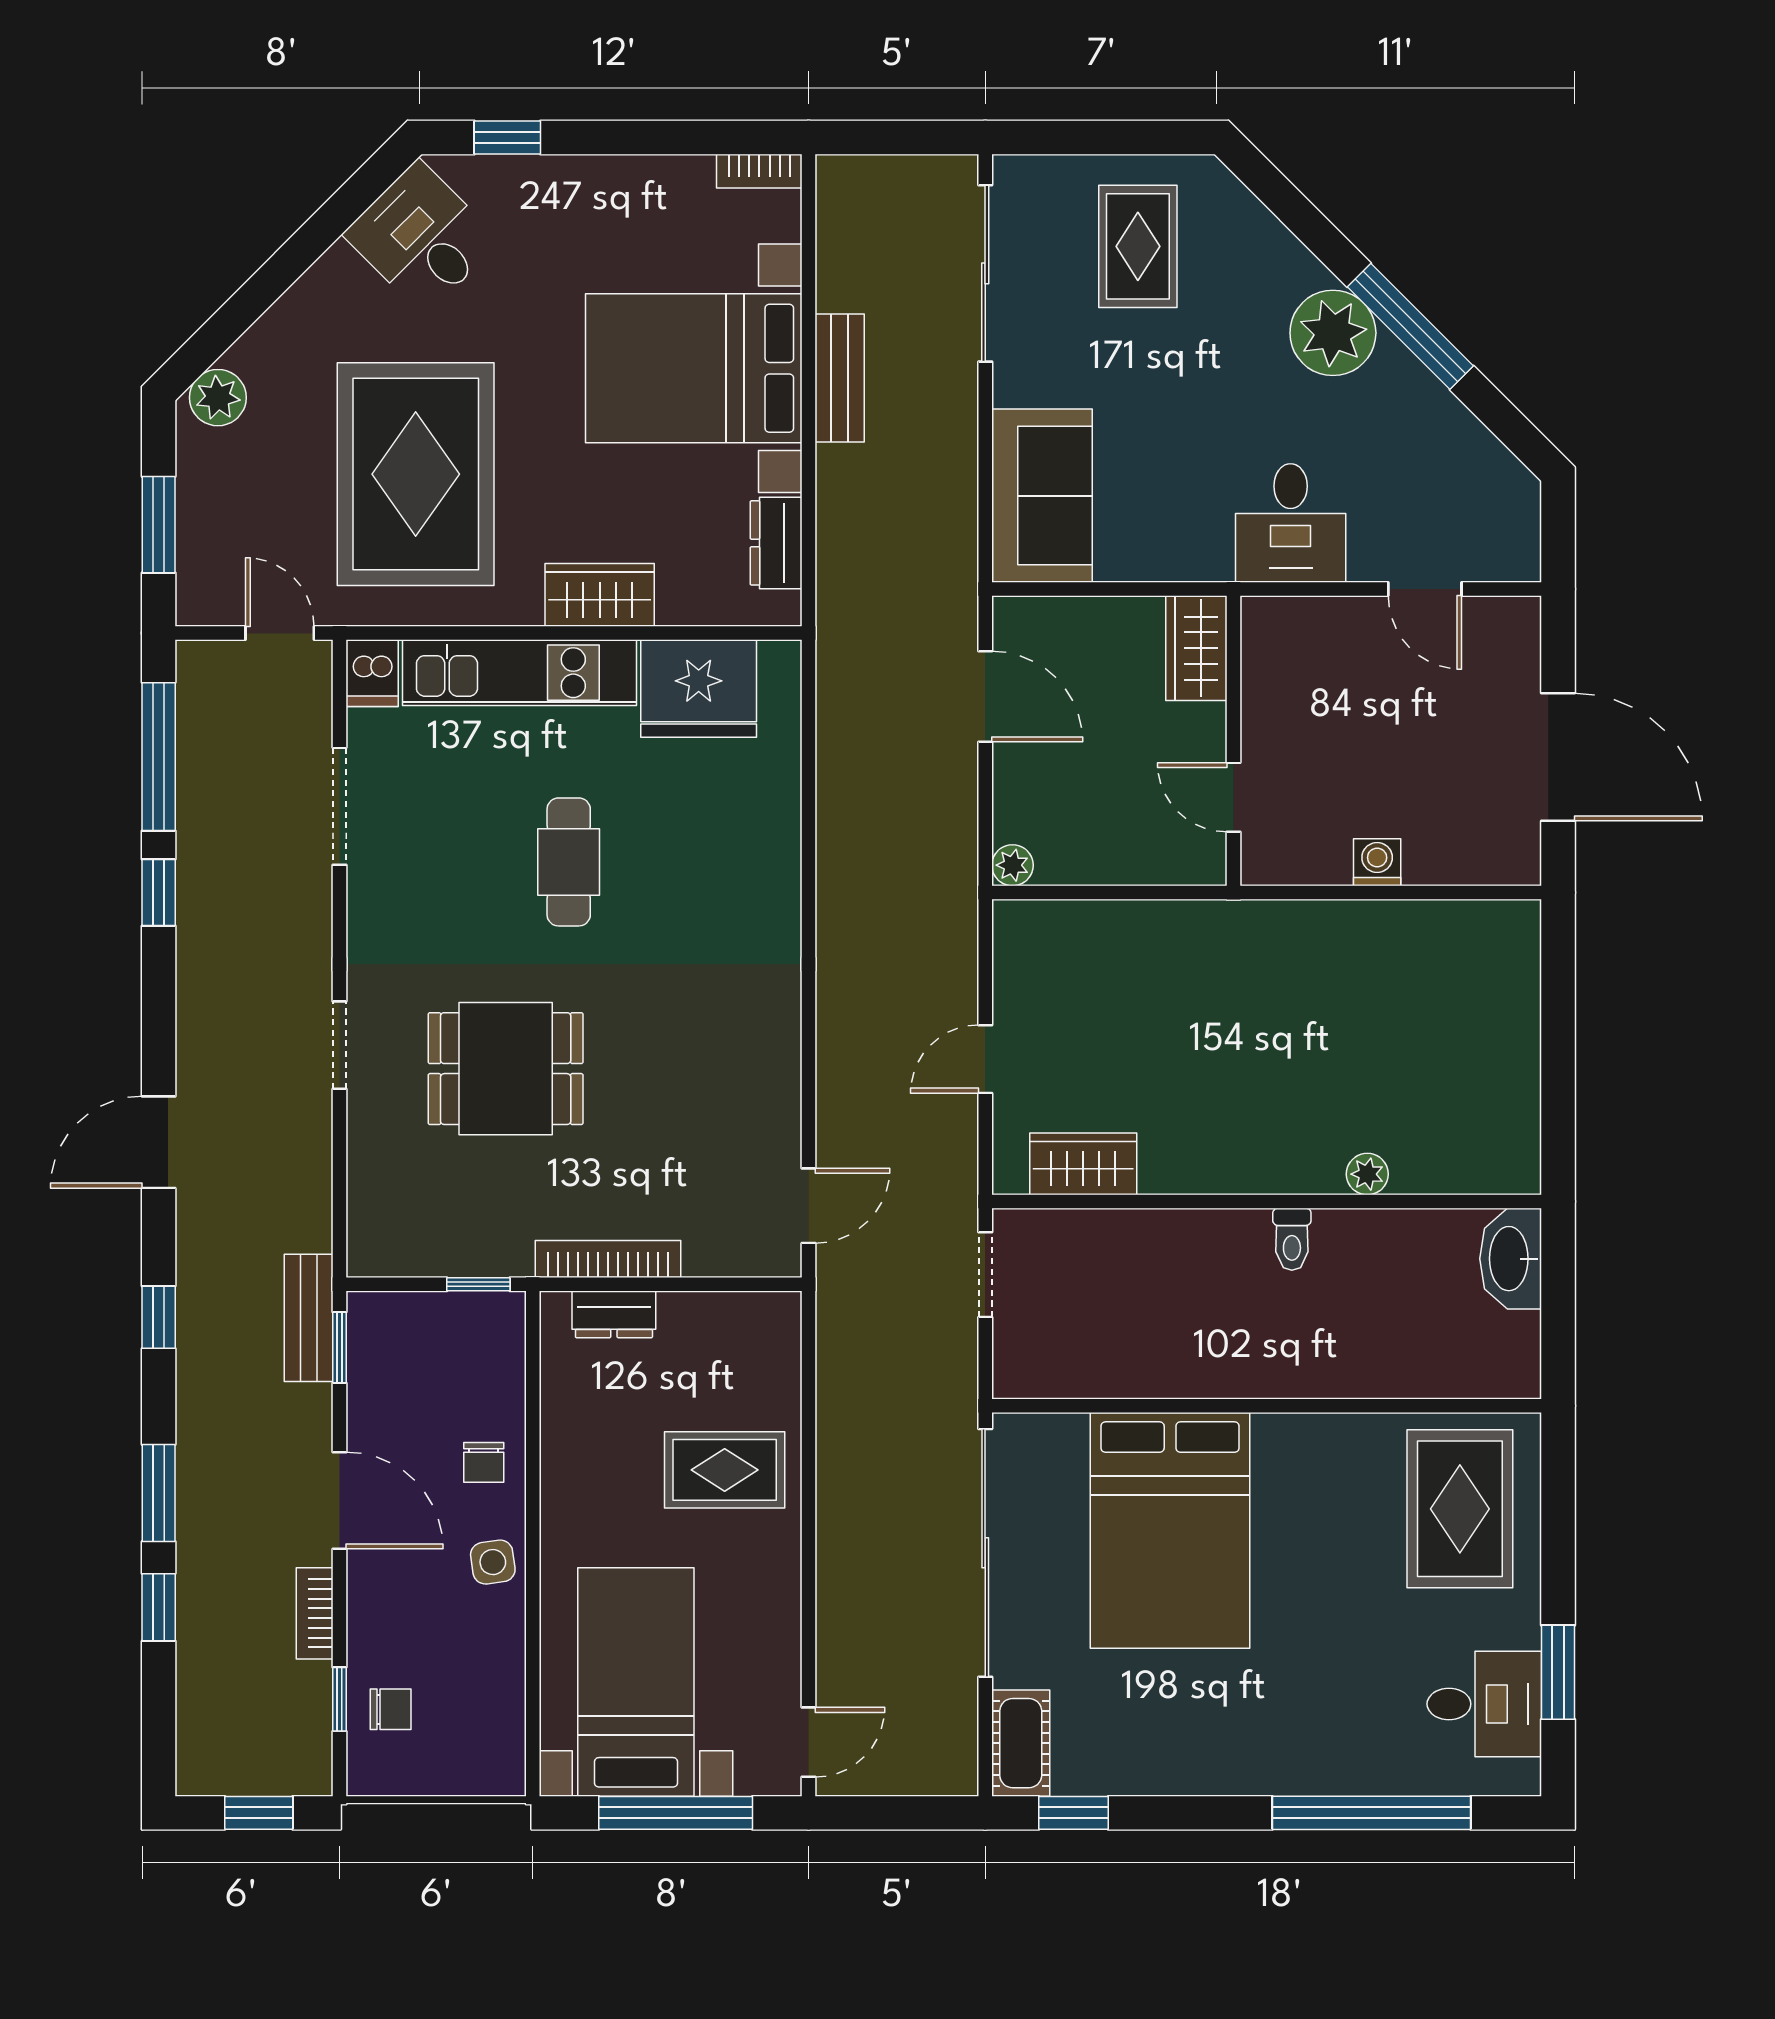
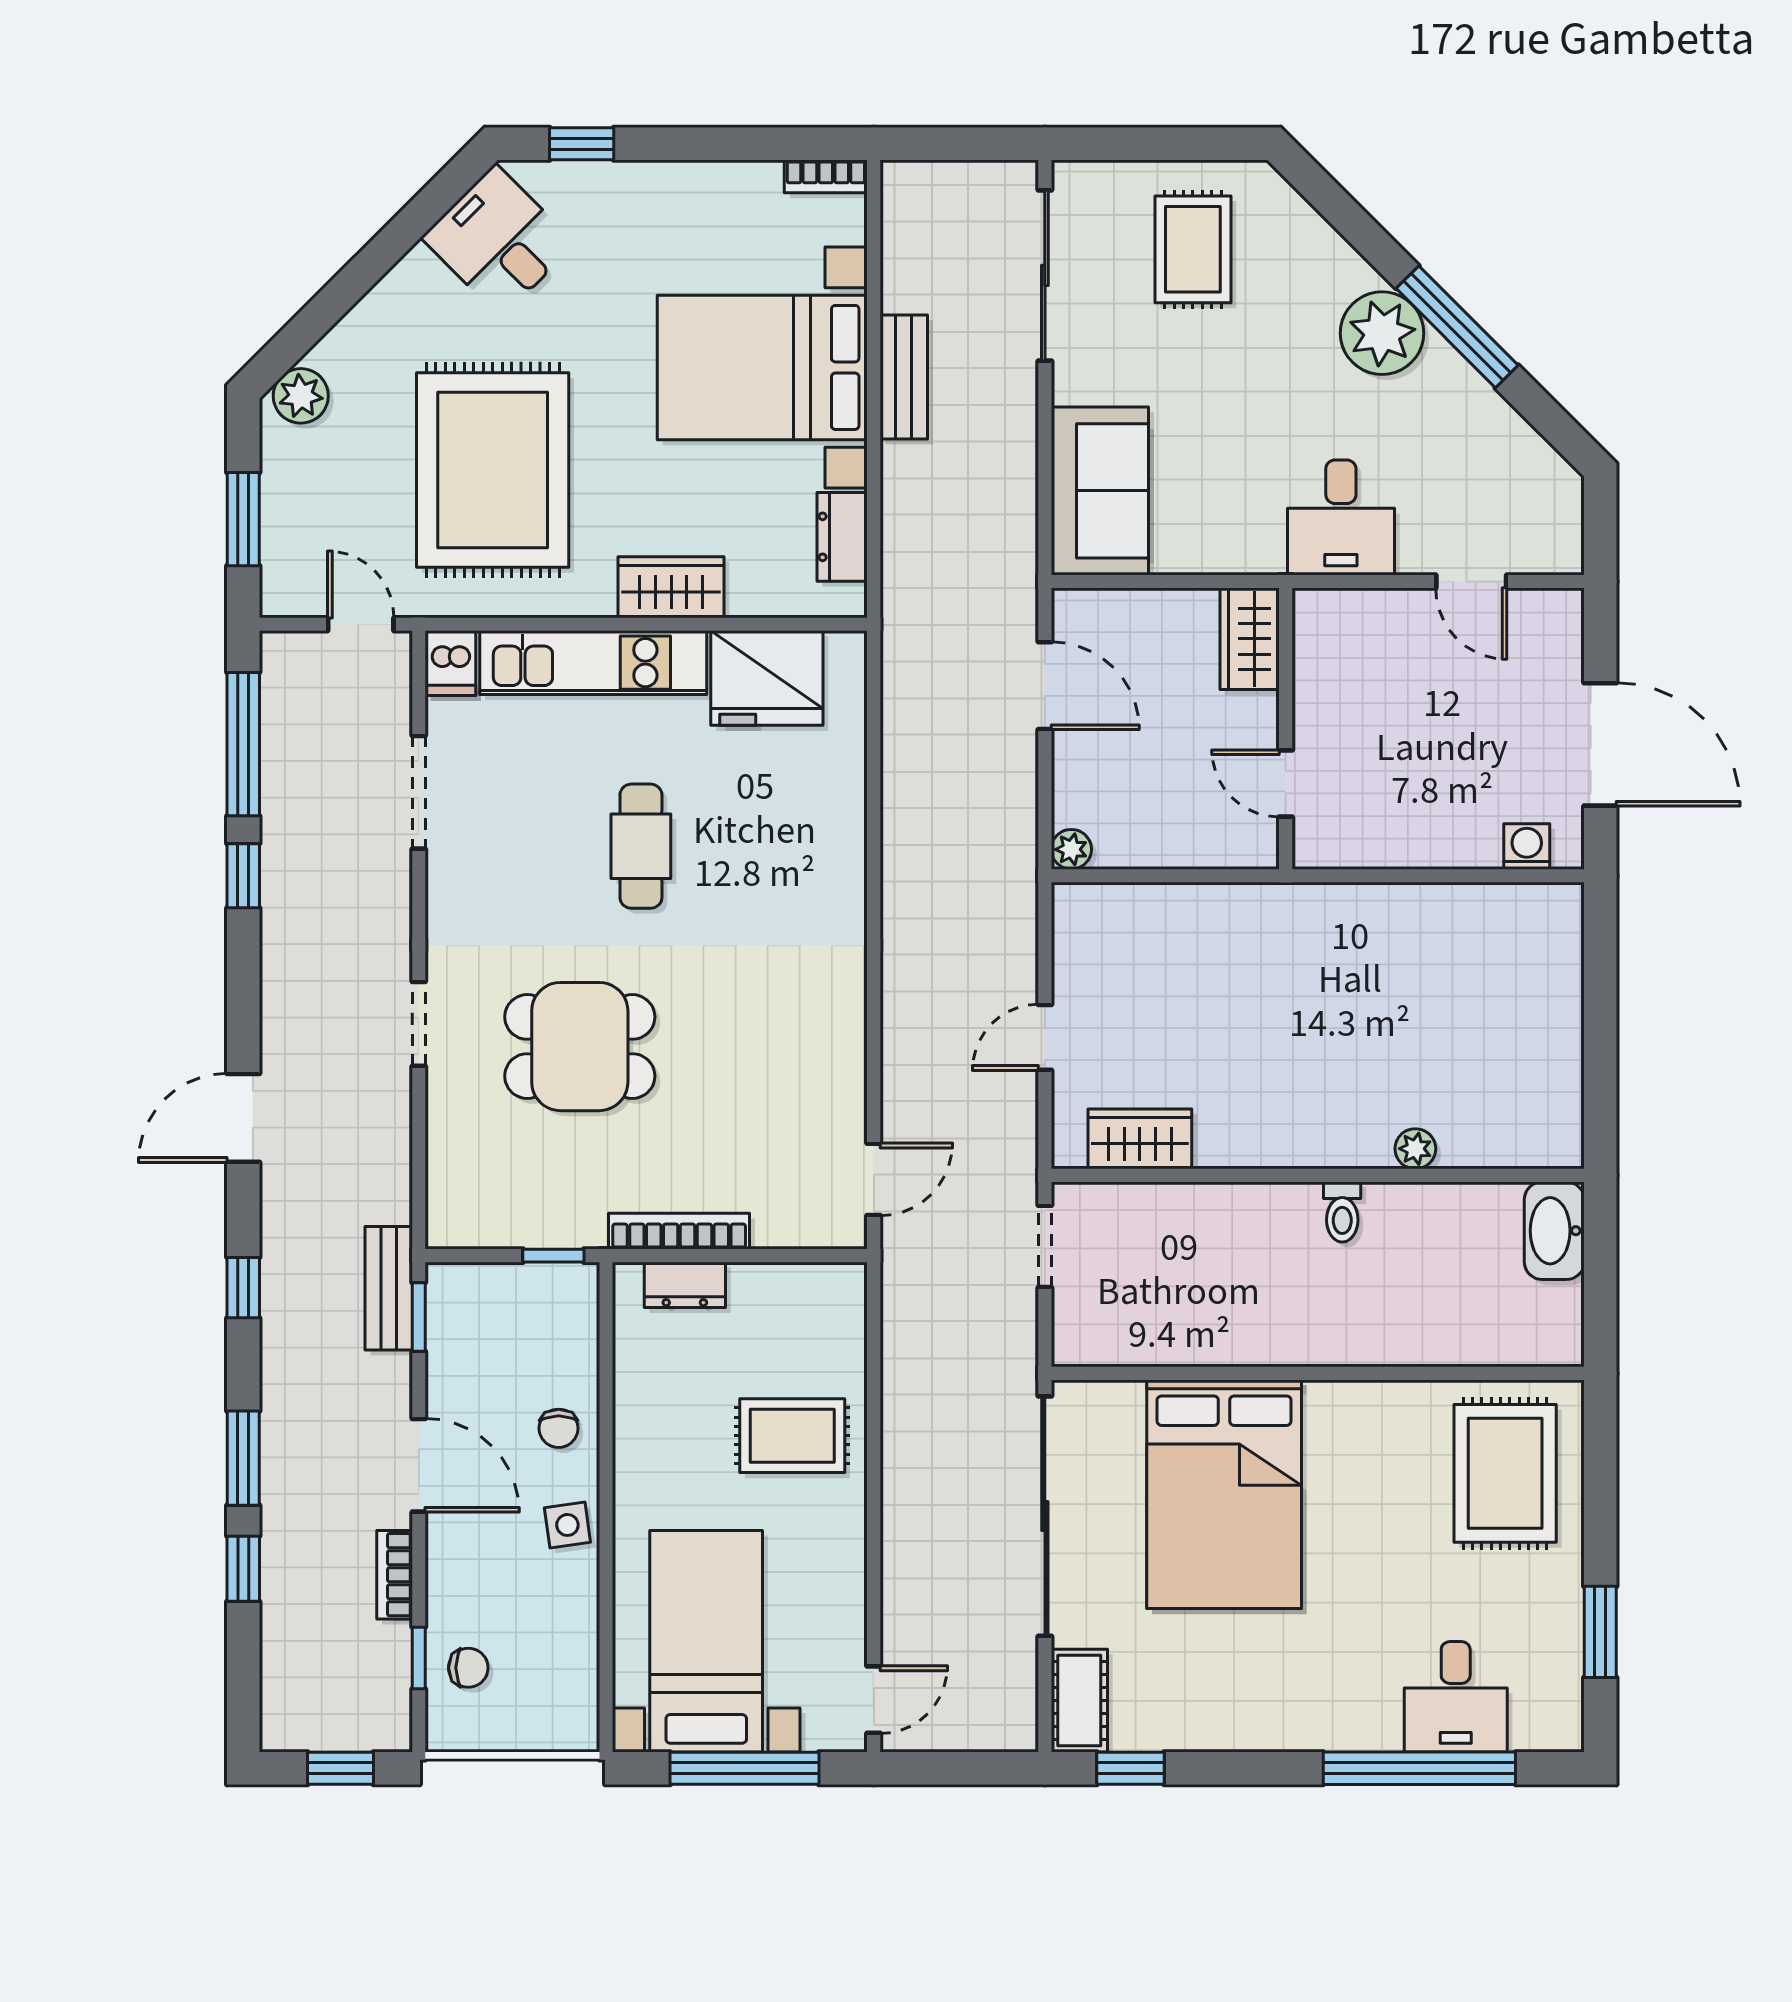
washing machine: (1377, 862) -> (1527, 846), moved
desk: (1484, 1704) -> (1456, 1697), moved, turned 90

